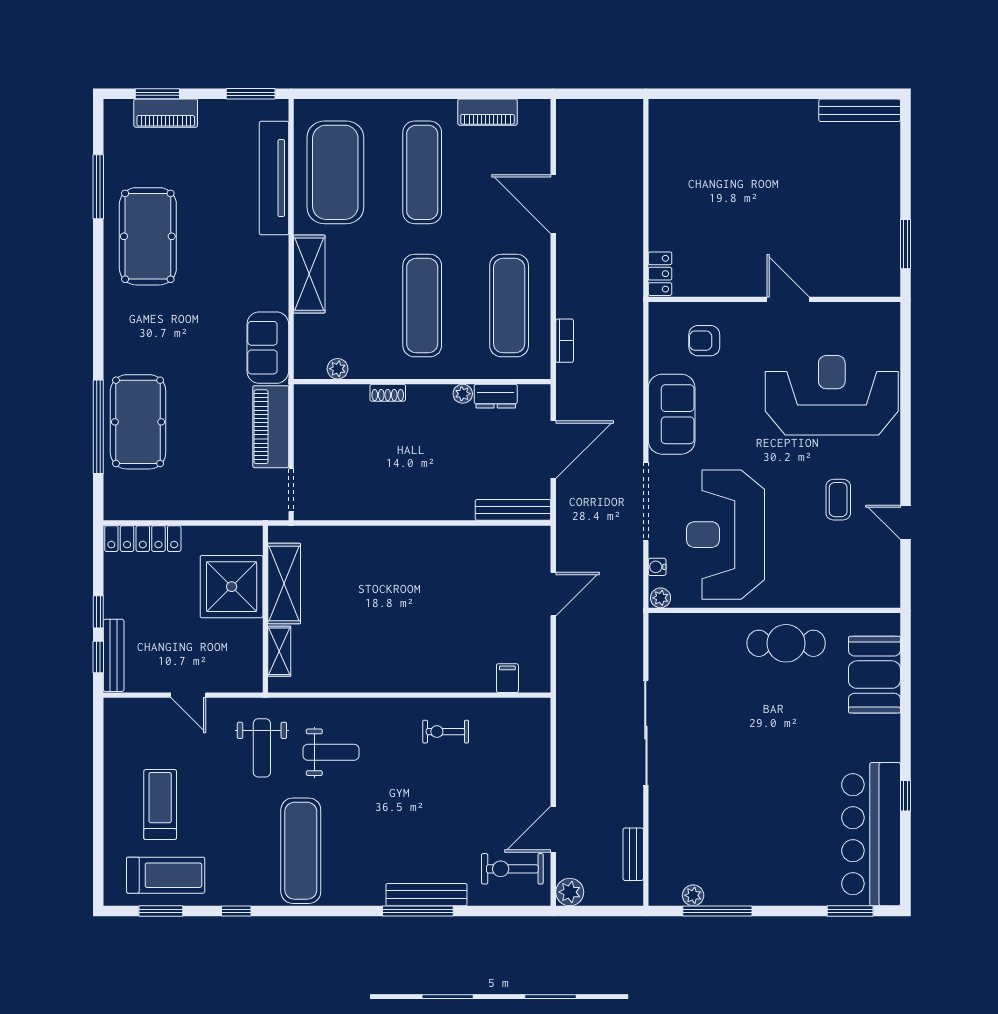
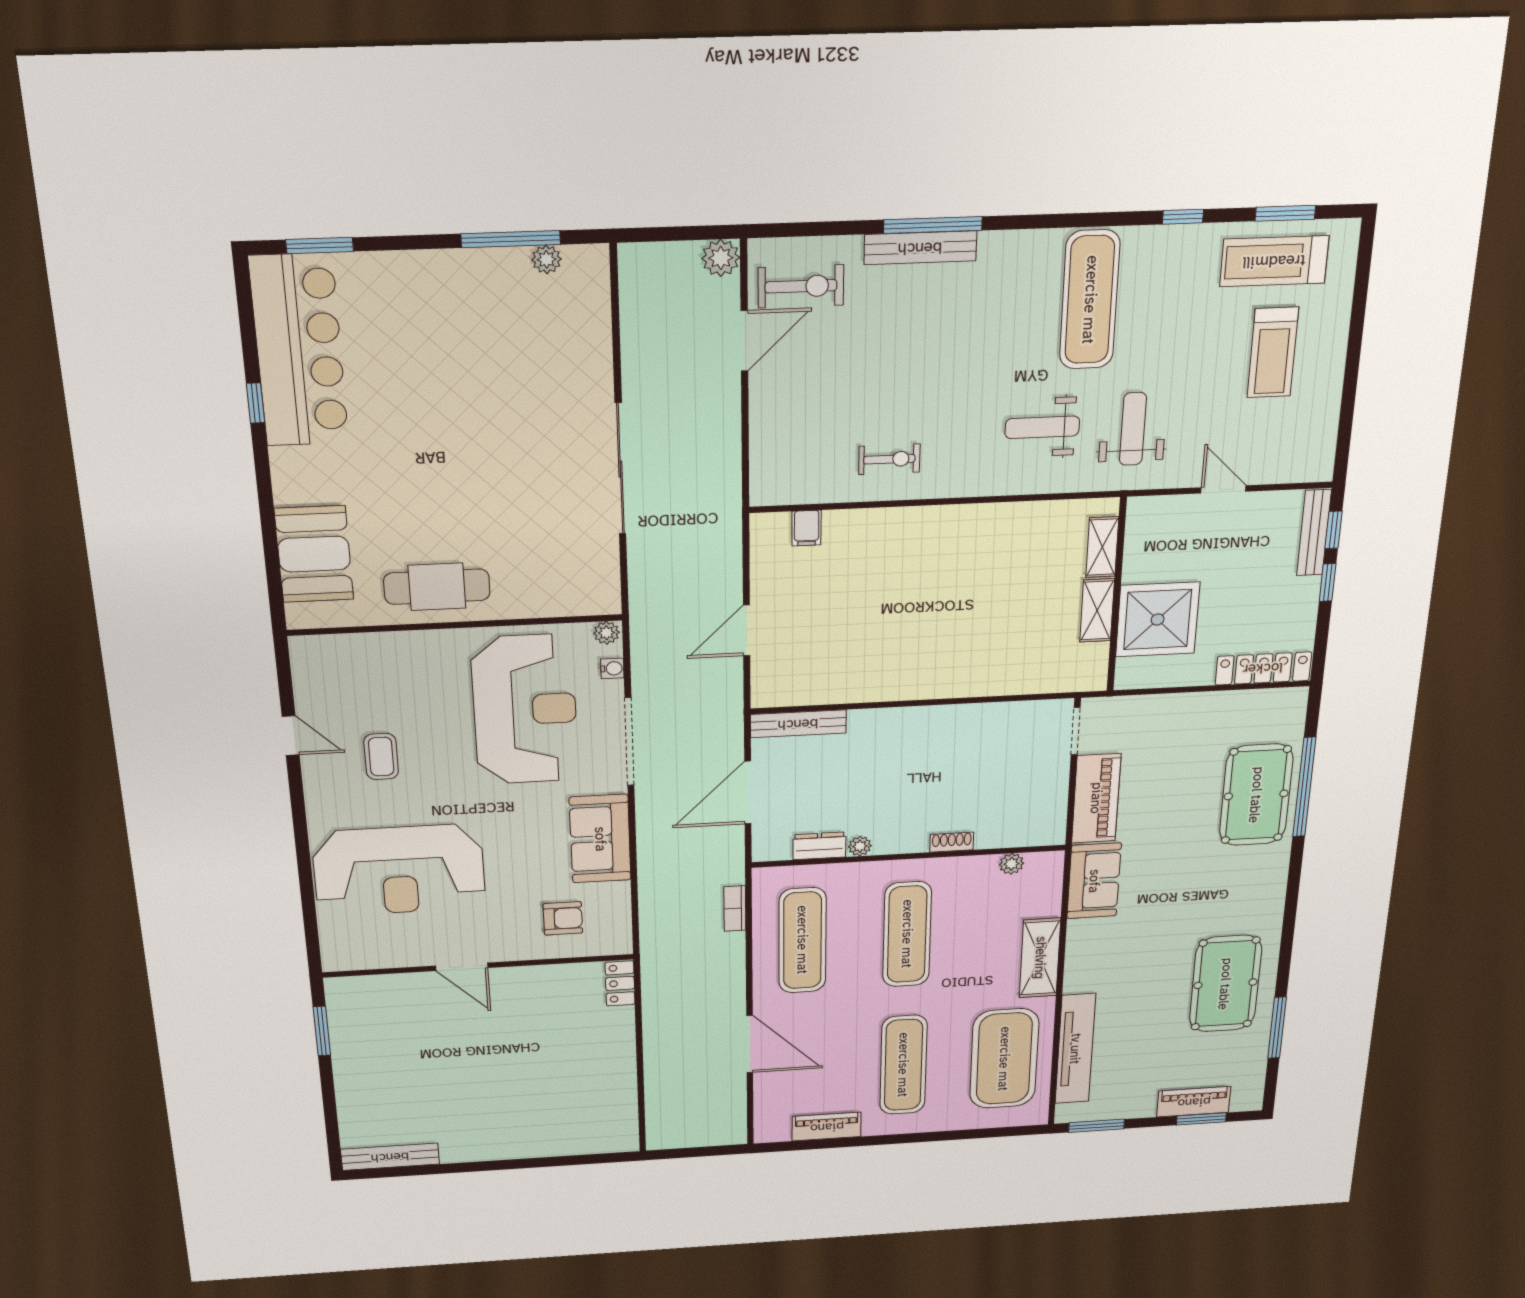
shelving: (284, 584) -> (1097, 610), width x0.67, depth x0.75
bench: (633, 854) -> (633, 312), removed

